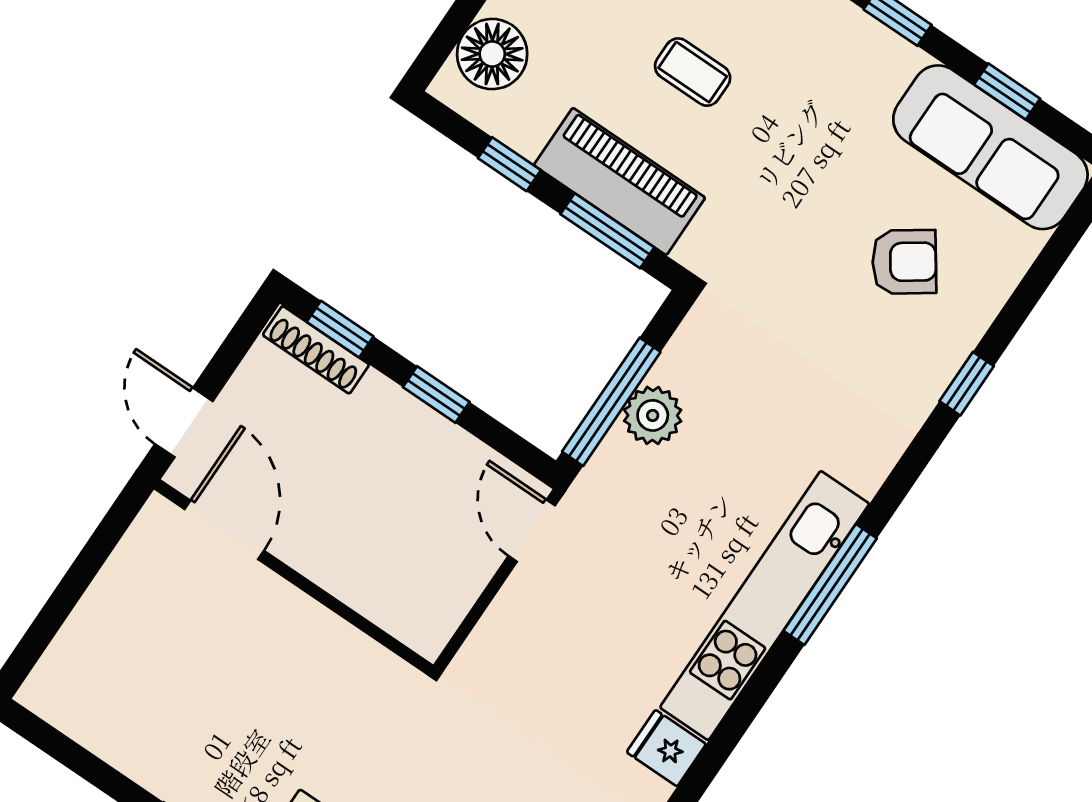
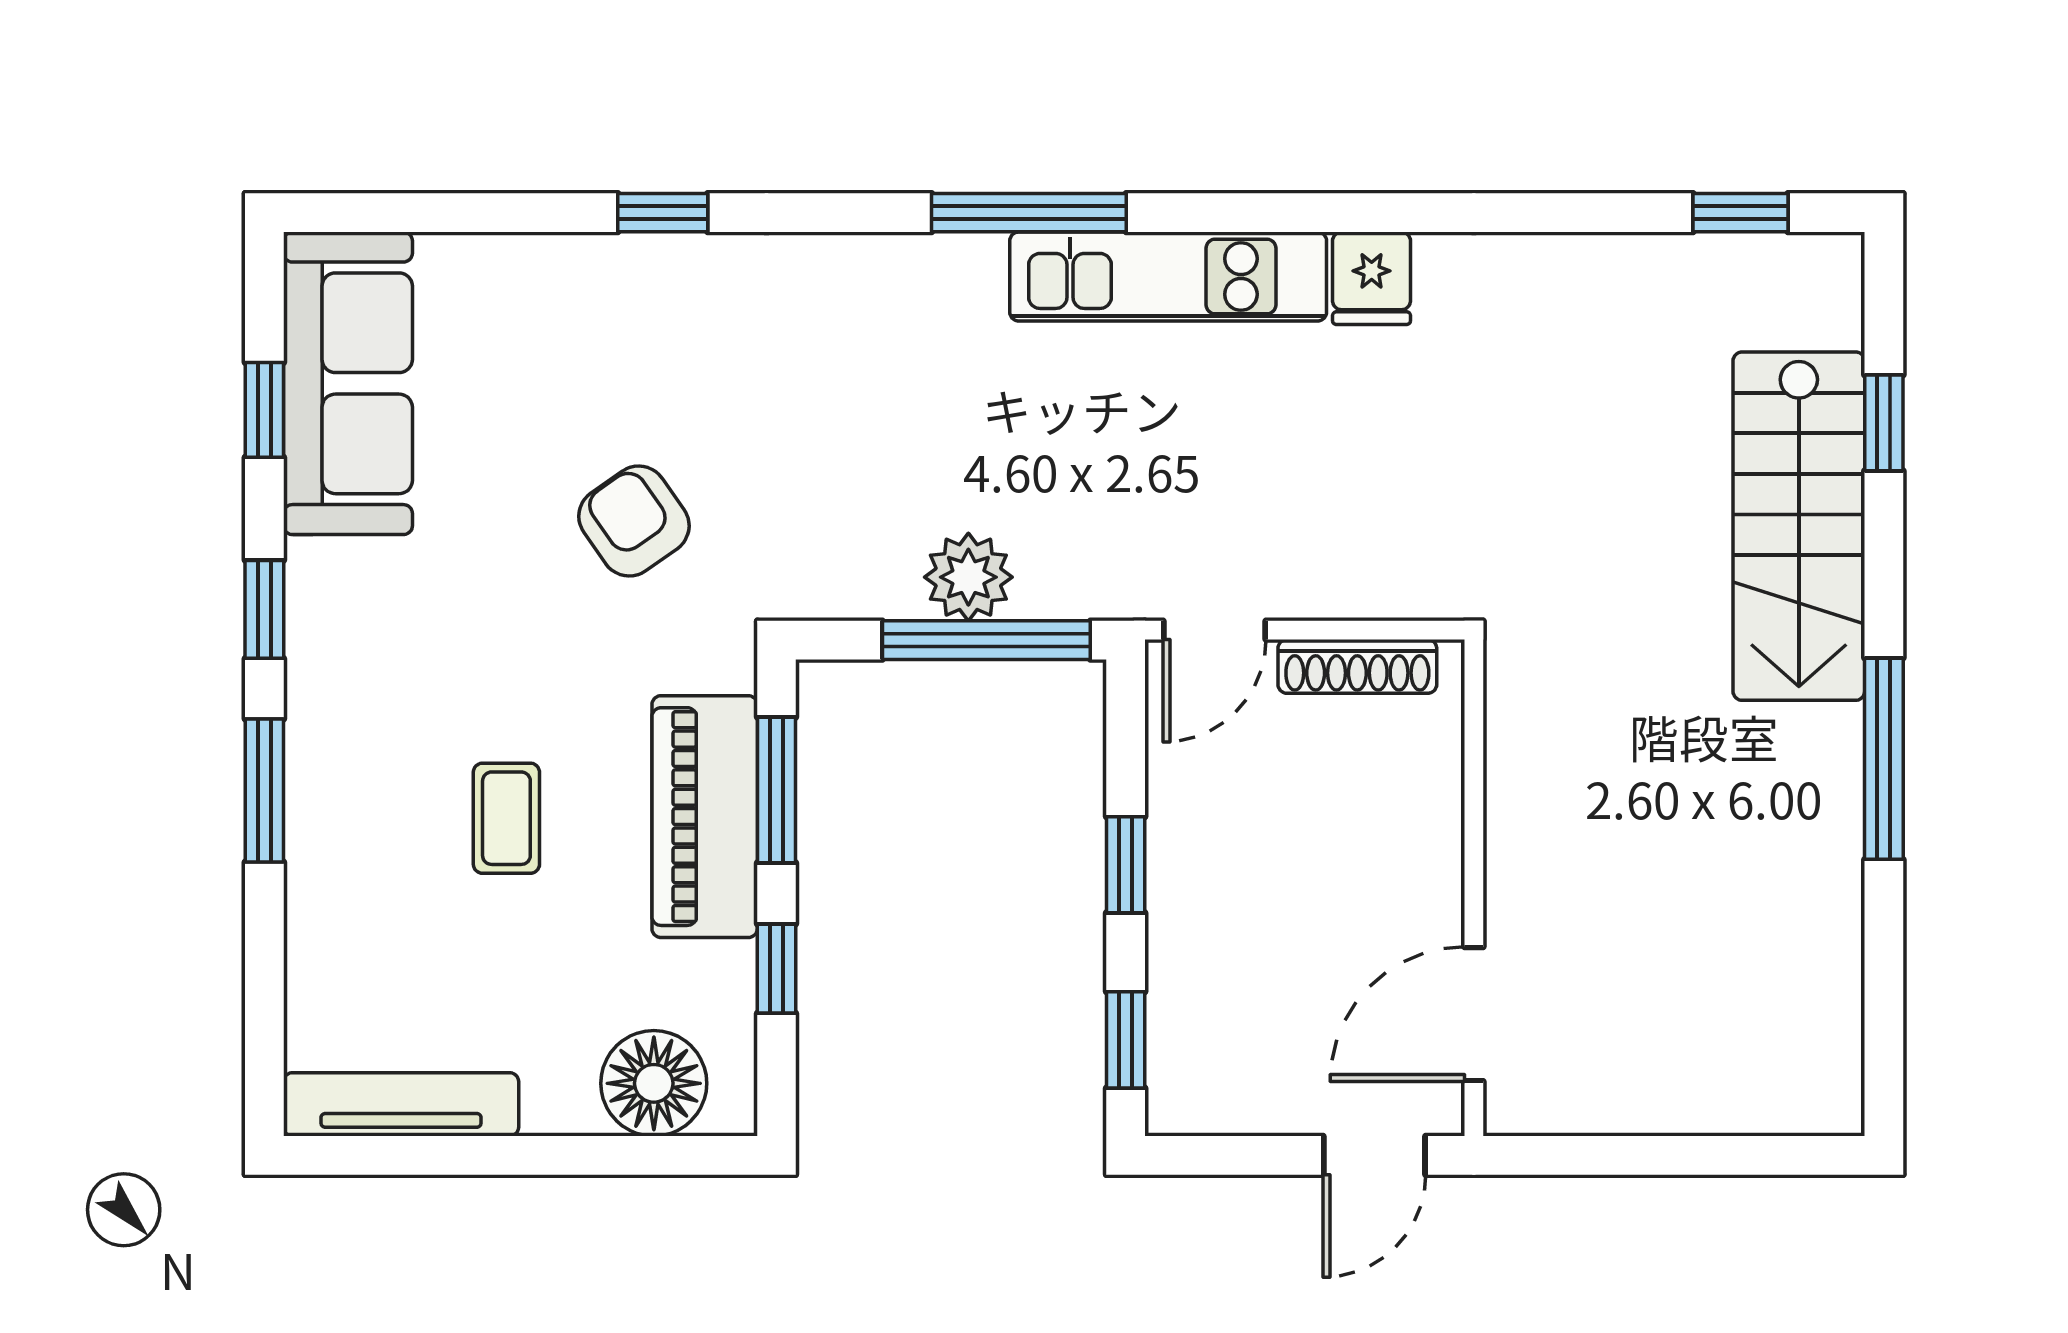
armchair: (904, 262) -> (634, 521), moved
shoe rack: (316, 350) -> (1357, 666), moved, turned 90
kitchen unit: (765, 606) -> (1168, 277), width x0.73

